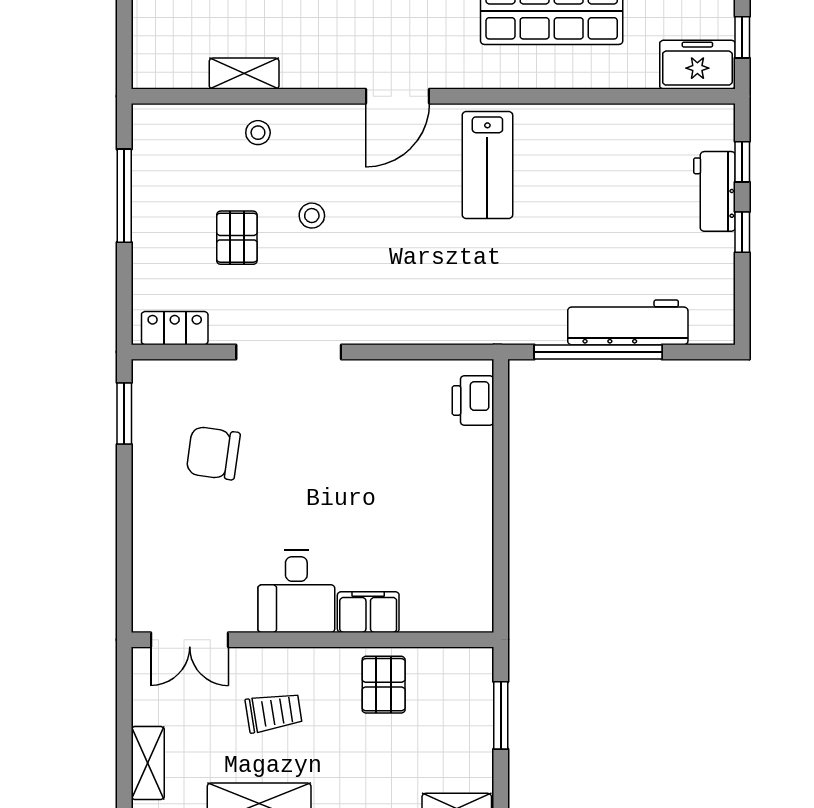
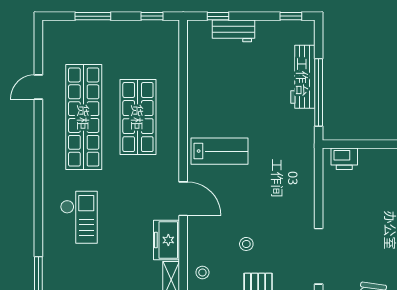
freezer: (697, 65) -> (167, 240), moved
window: (742, 232) -> (291, 16), moved

